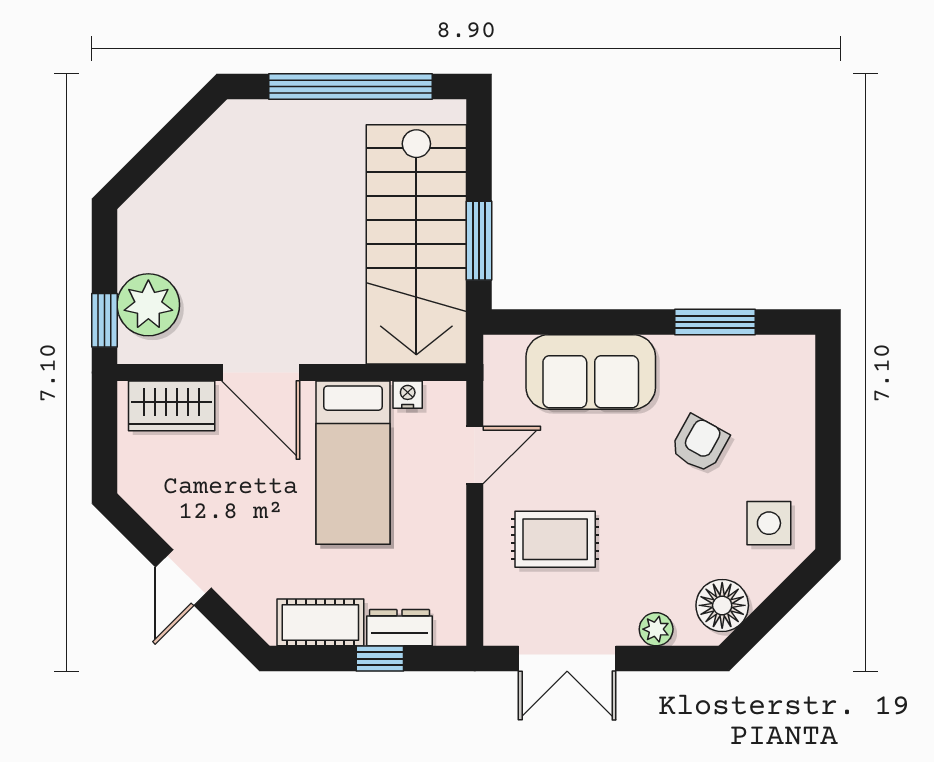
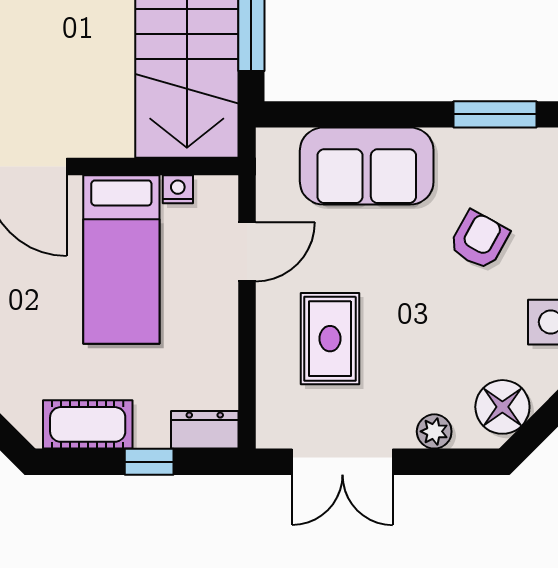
rug: (555, 539) -> (330, 339), turned 90
dresser: (399, 628) -> (205, 430), moved

